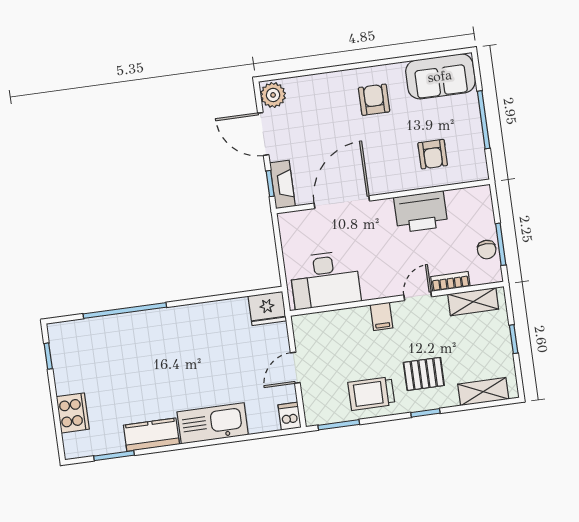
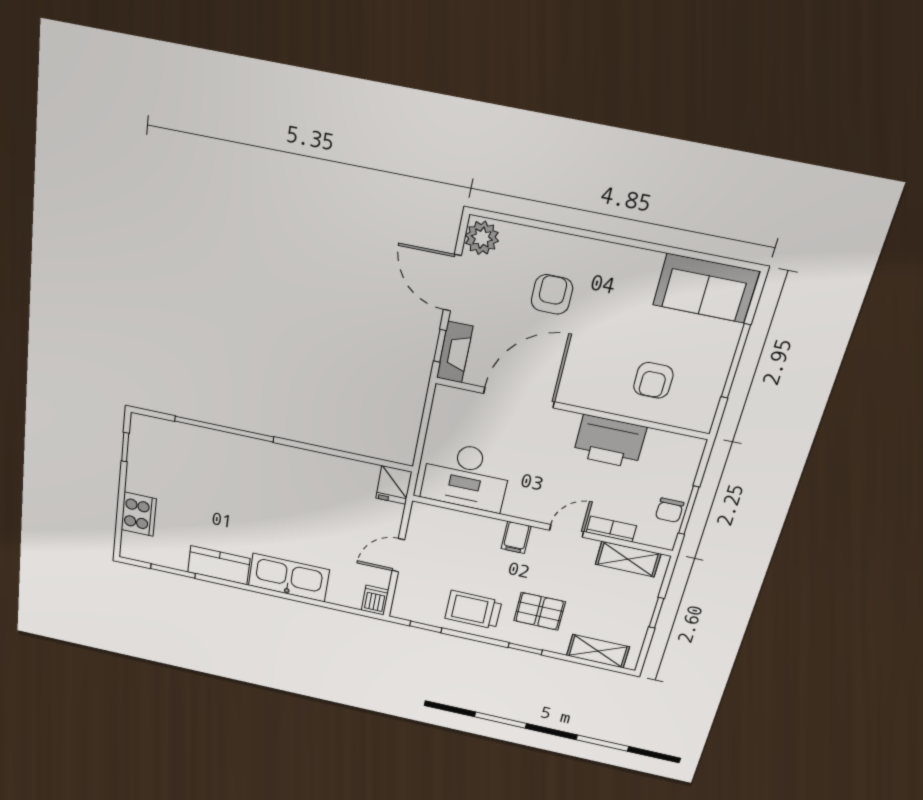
armchair: (374, 100) -> (552, 294), moved
fridge: (267, 308) -> (394, 485), width x0.72
window: (339, 425) -> (426, 627), width x0.67

